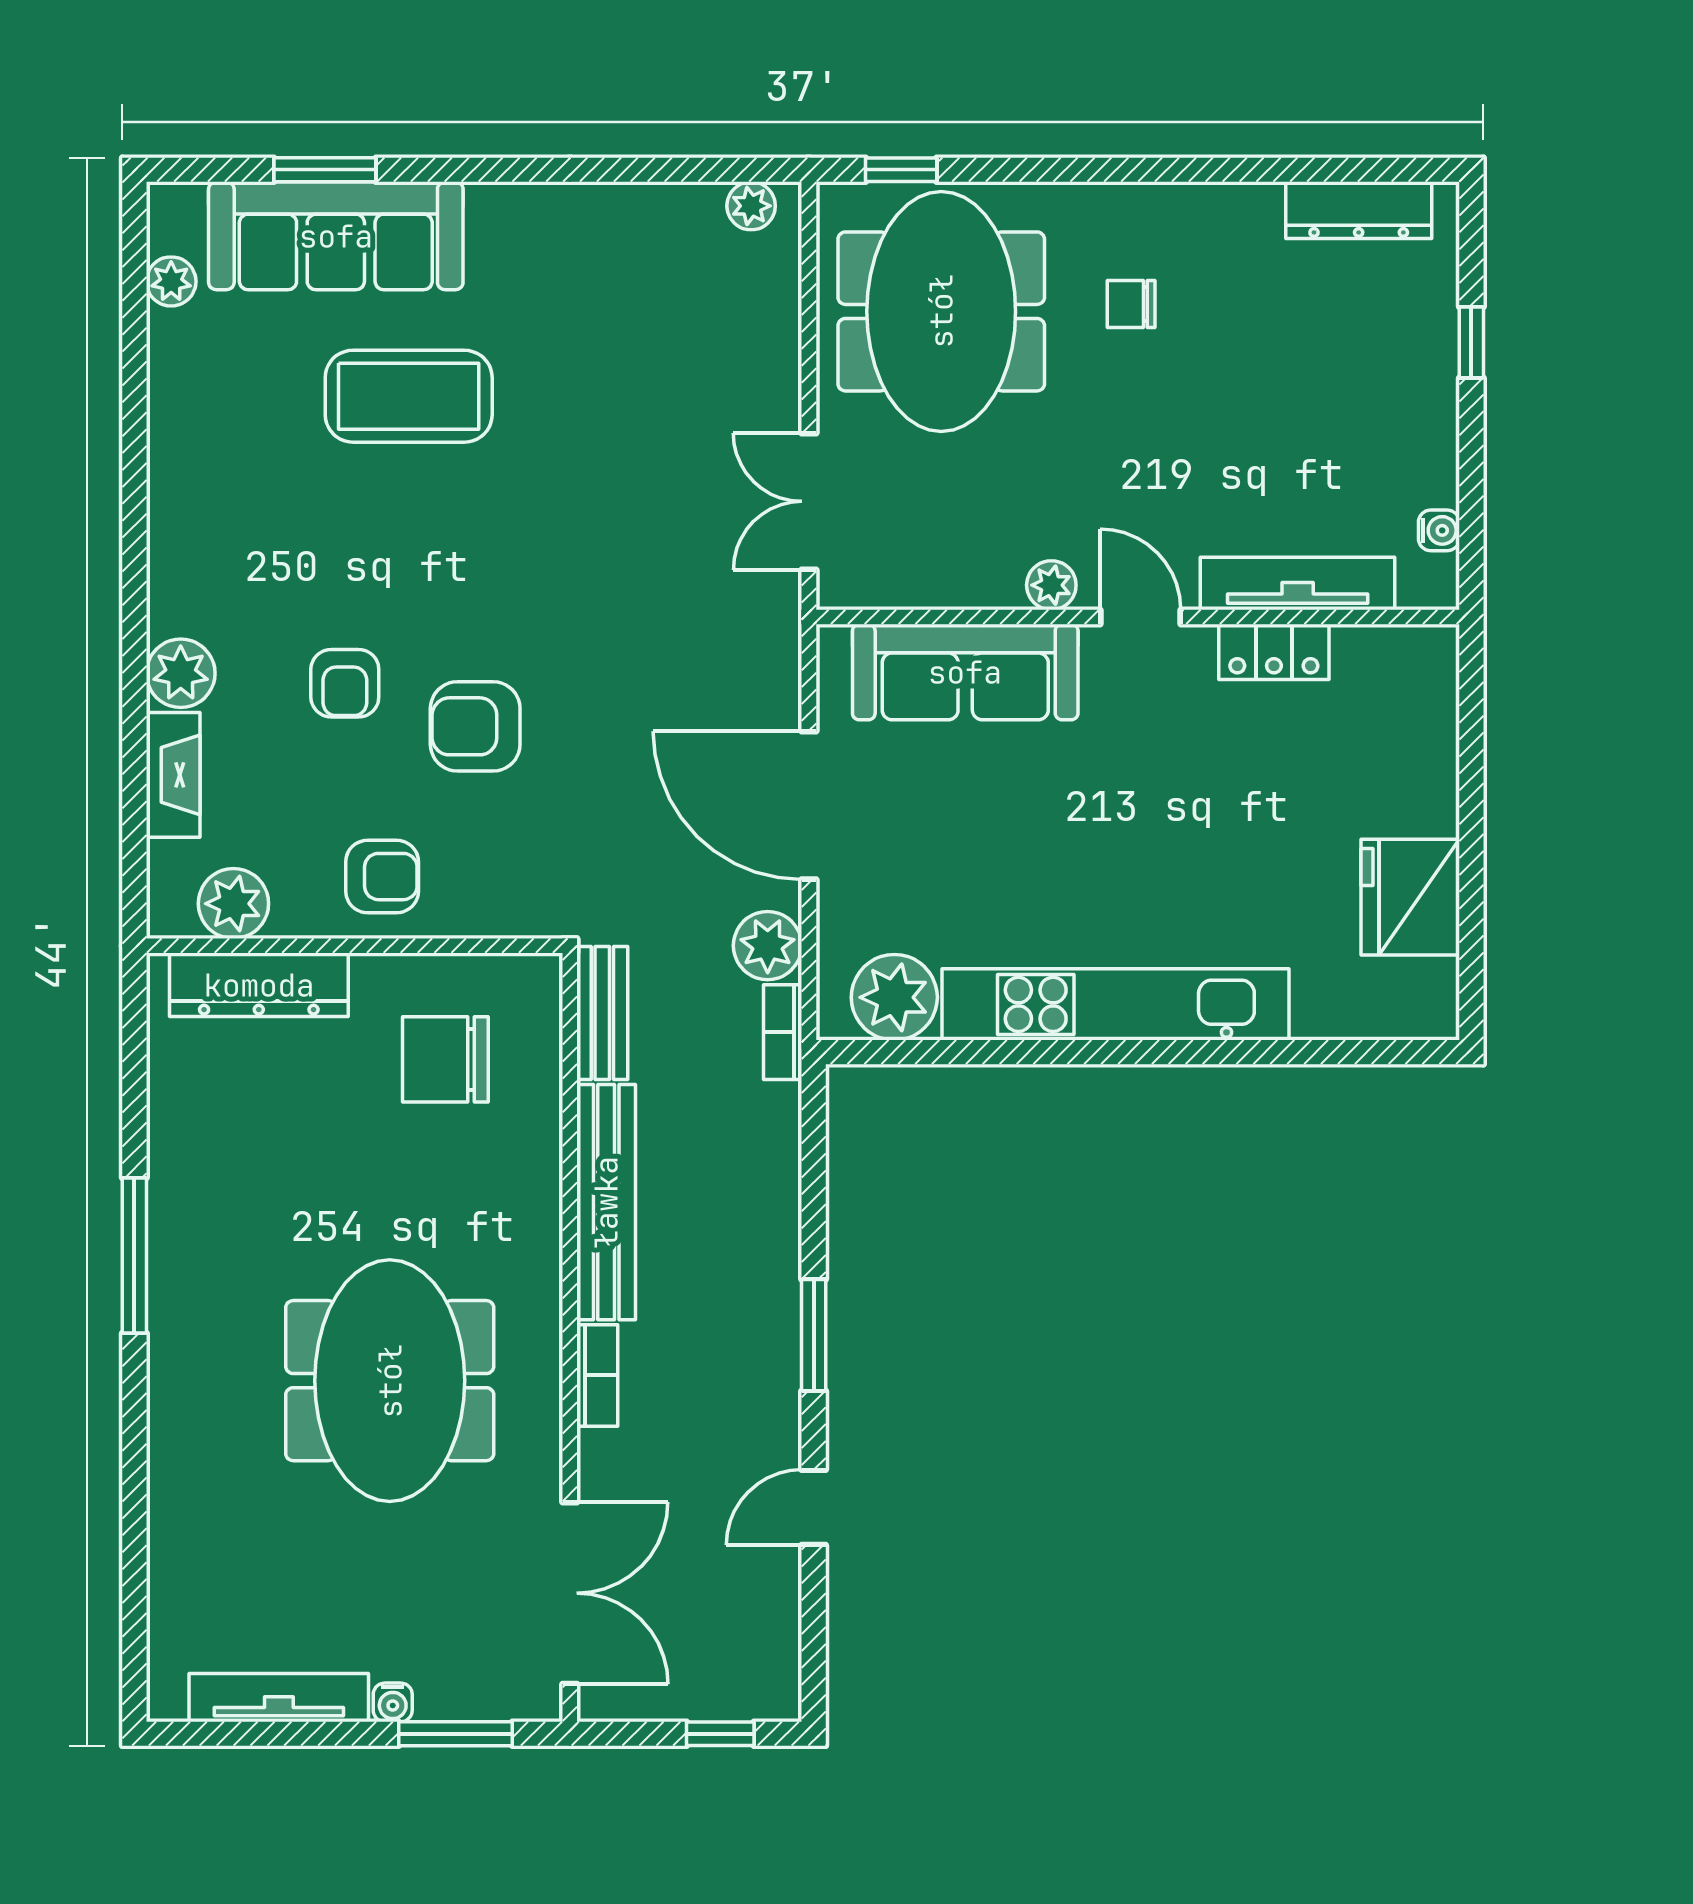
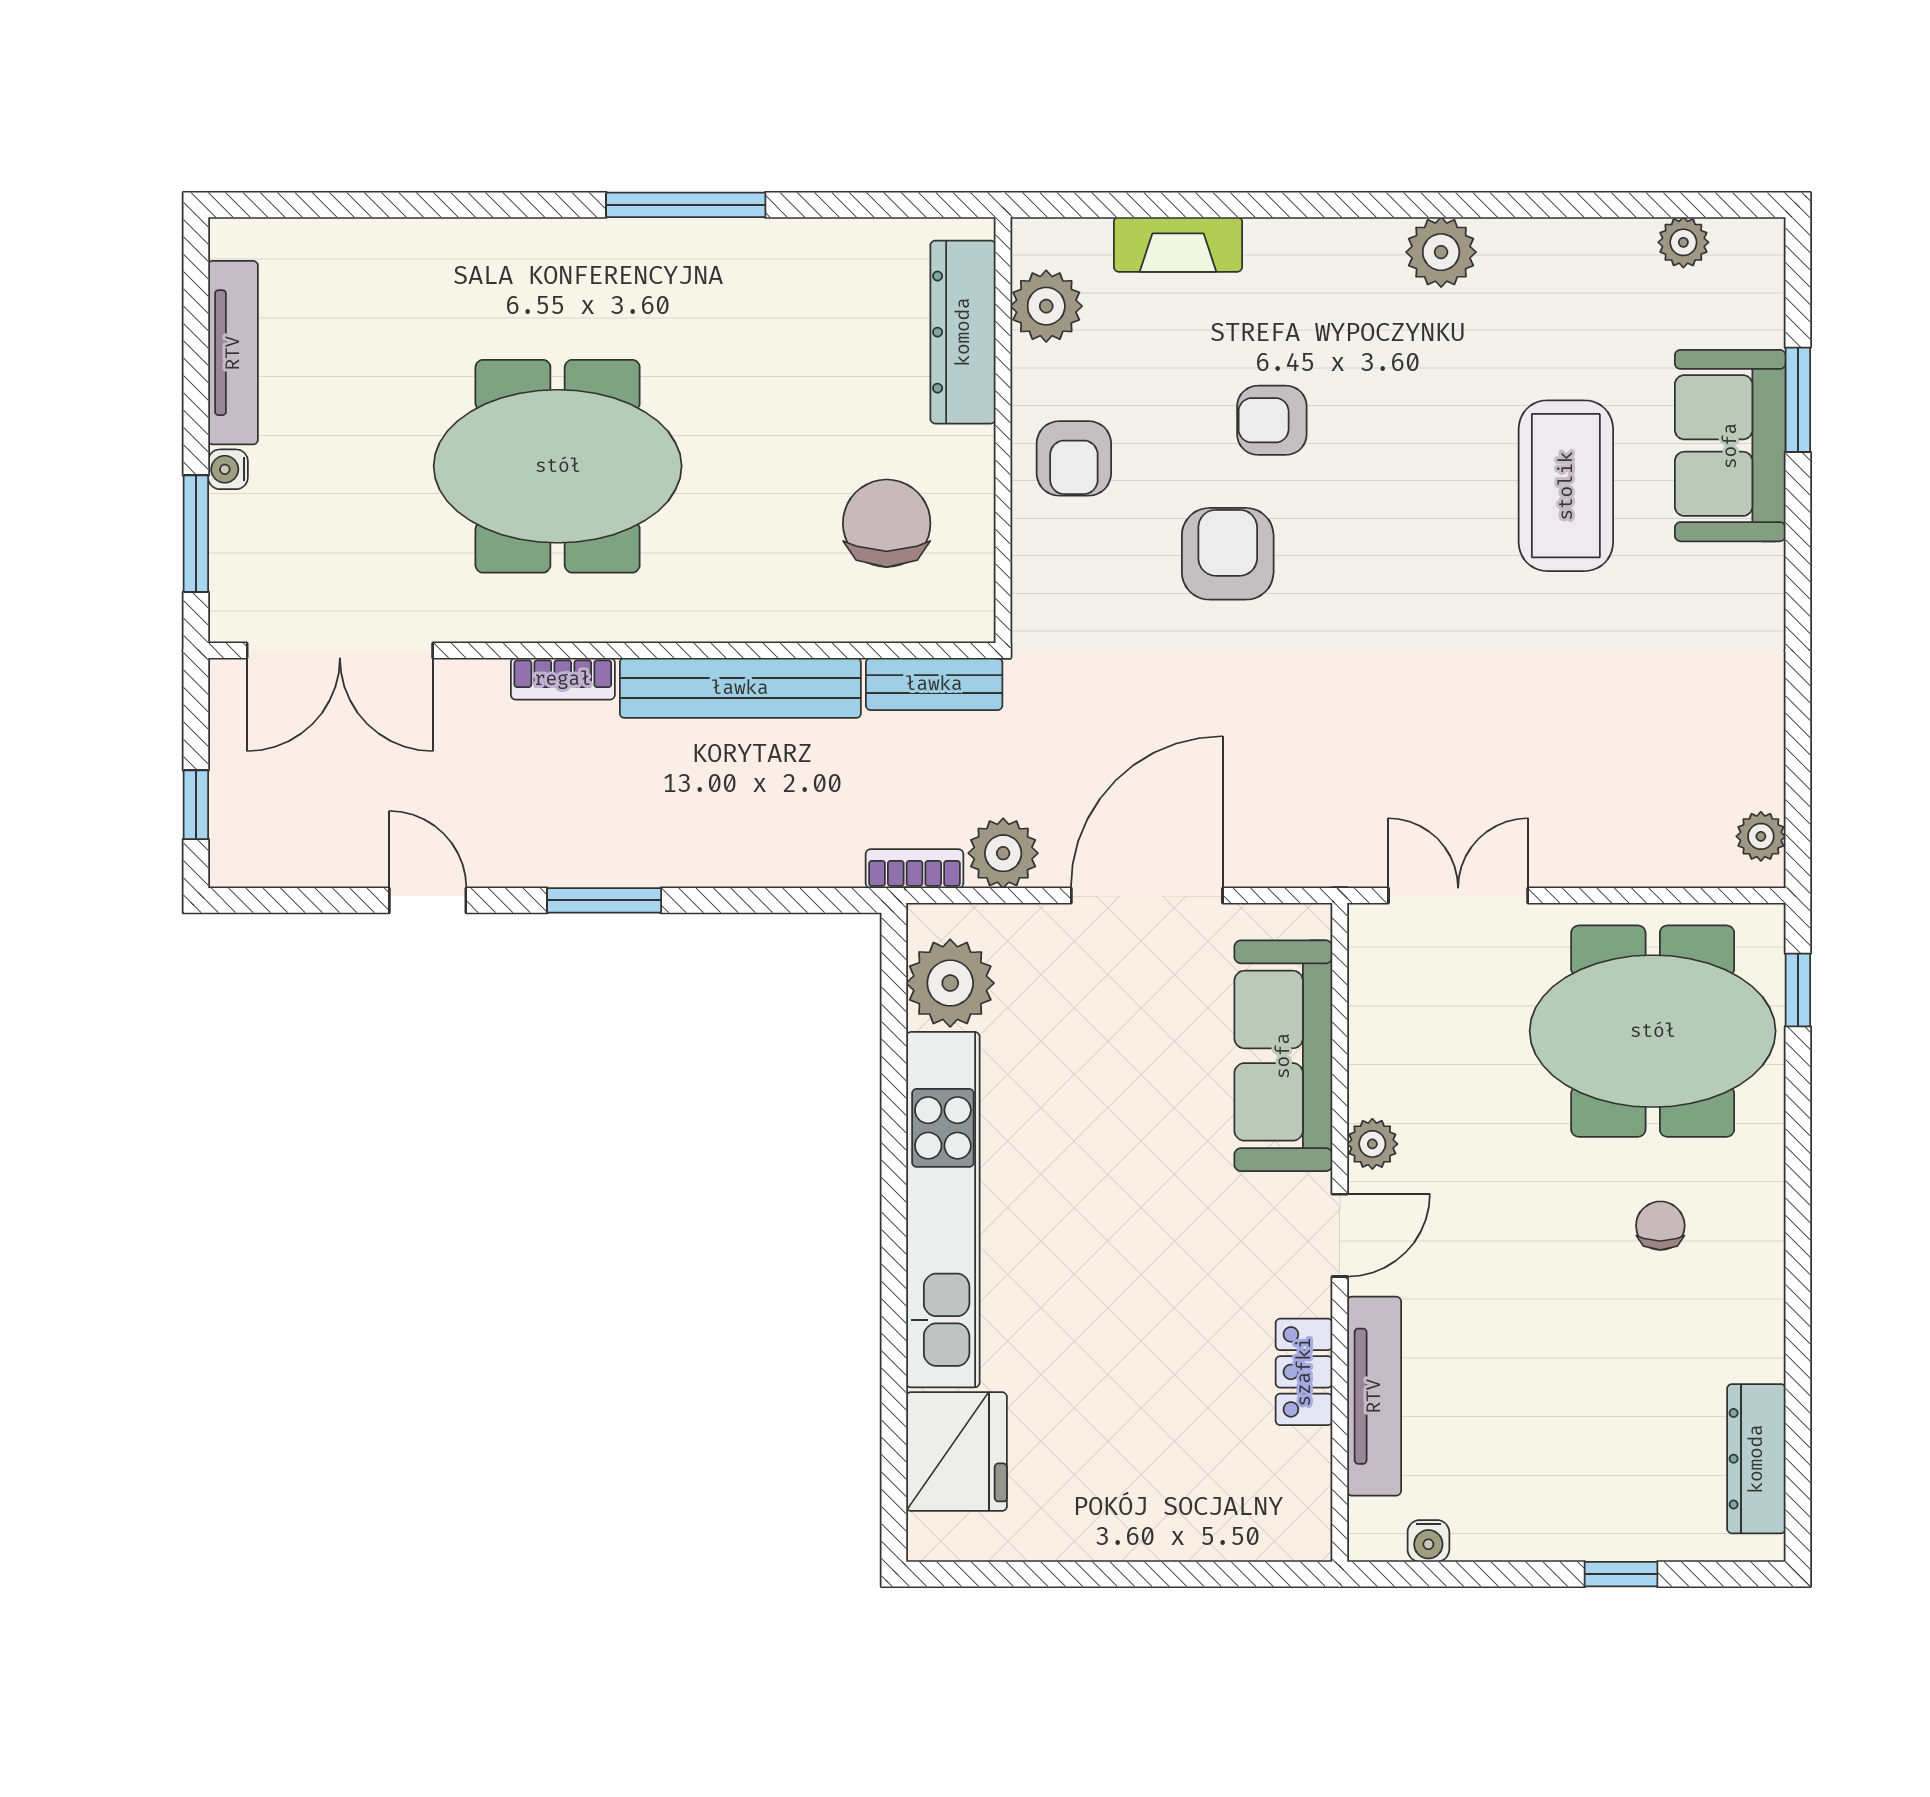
sofa: (336, 236) -> (1730, 446), width x0.73
plant: (181, 673) -> (1441, 252), moved
fridge: (1410, 897) -> (957, 1452), moved, turned 90

